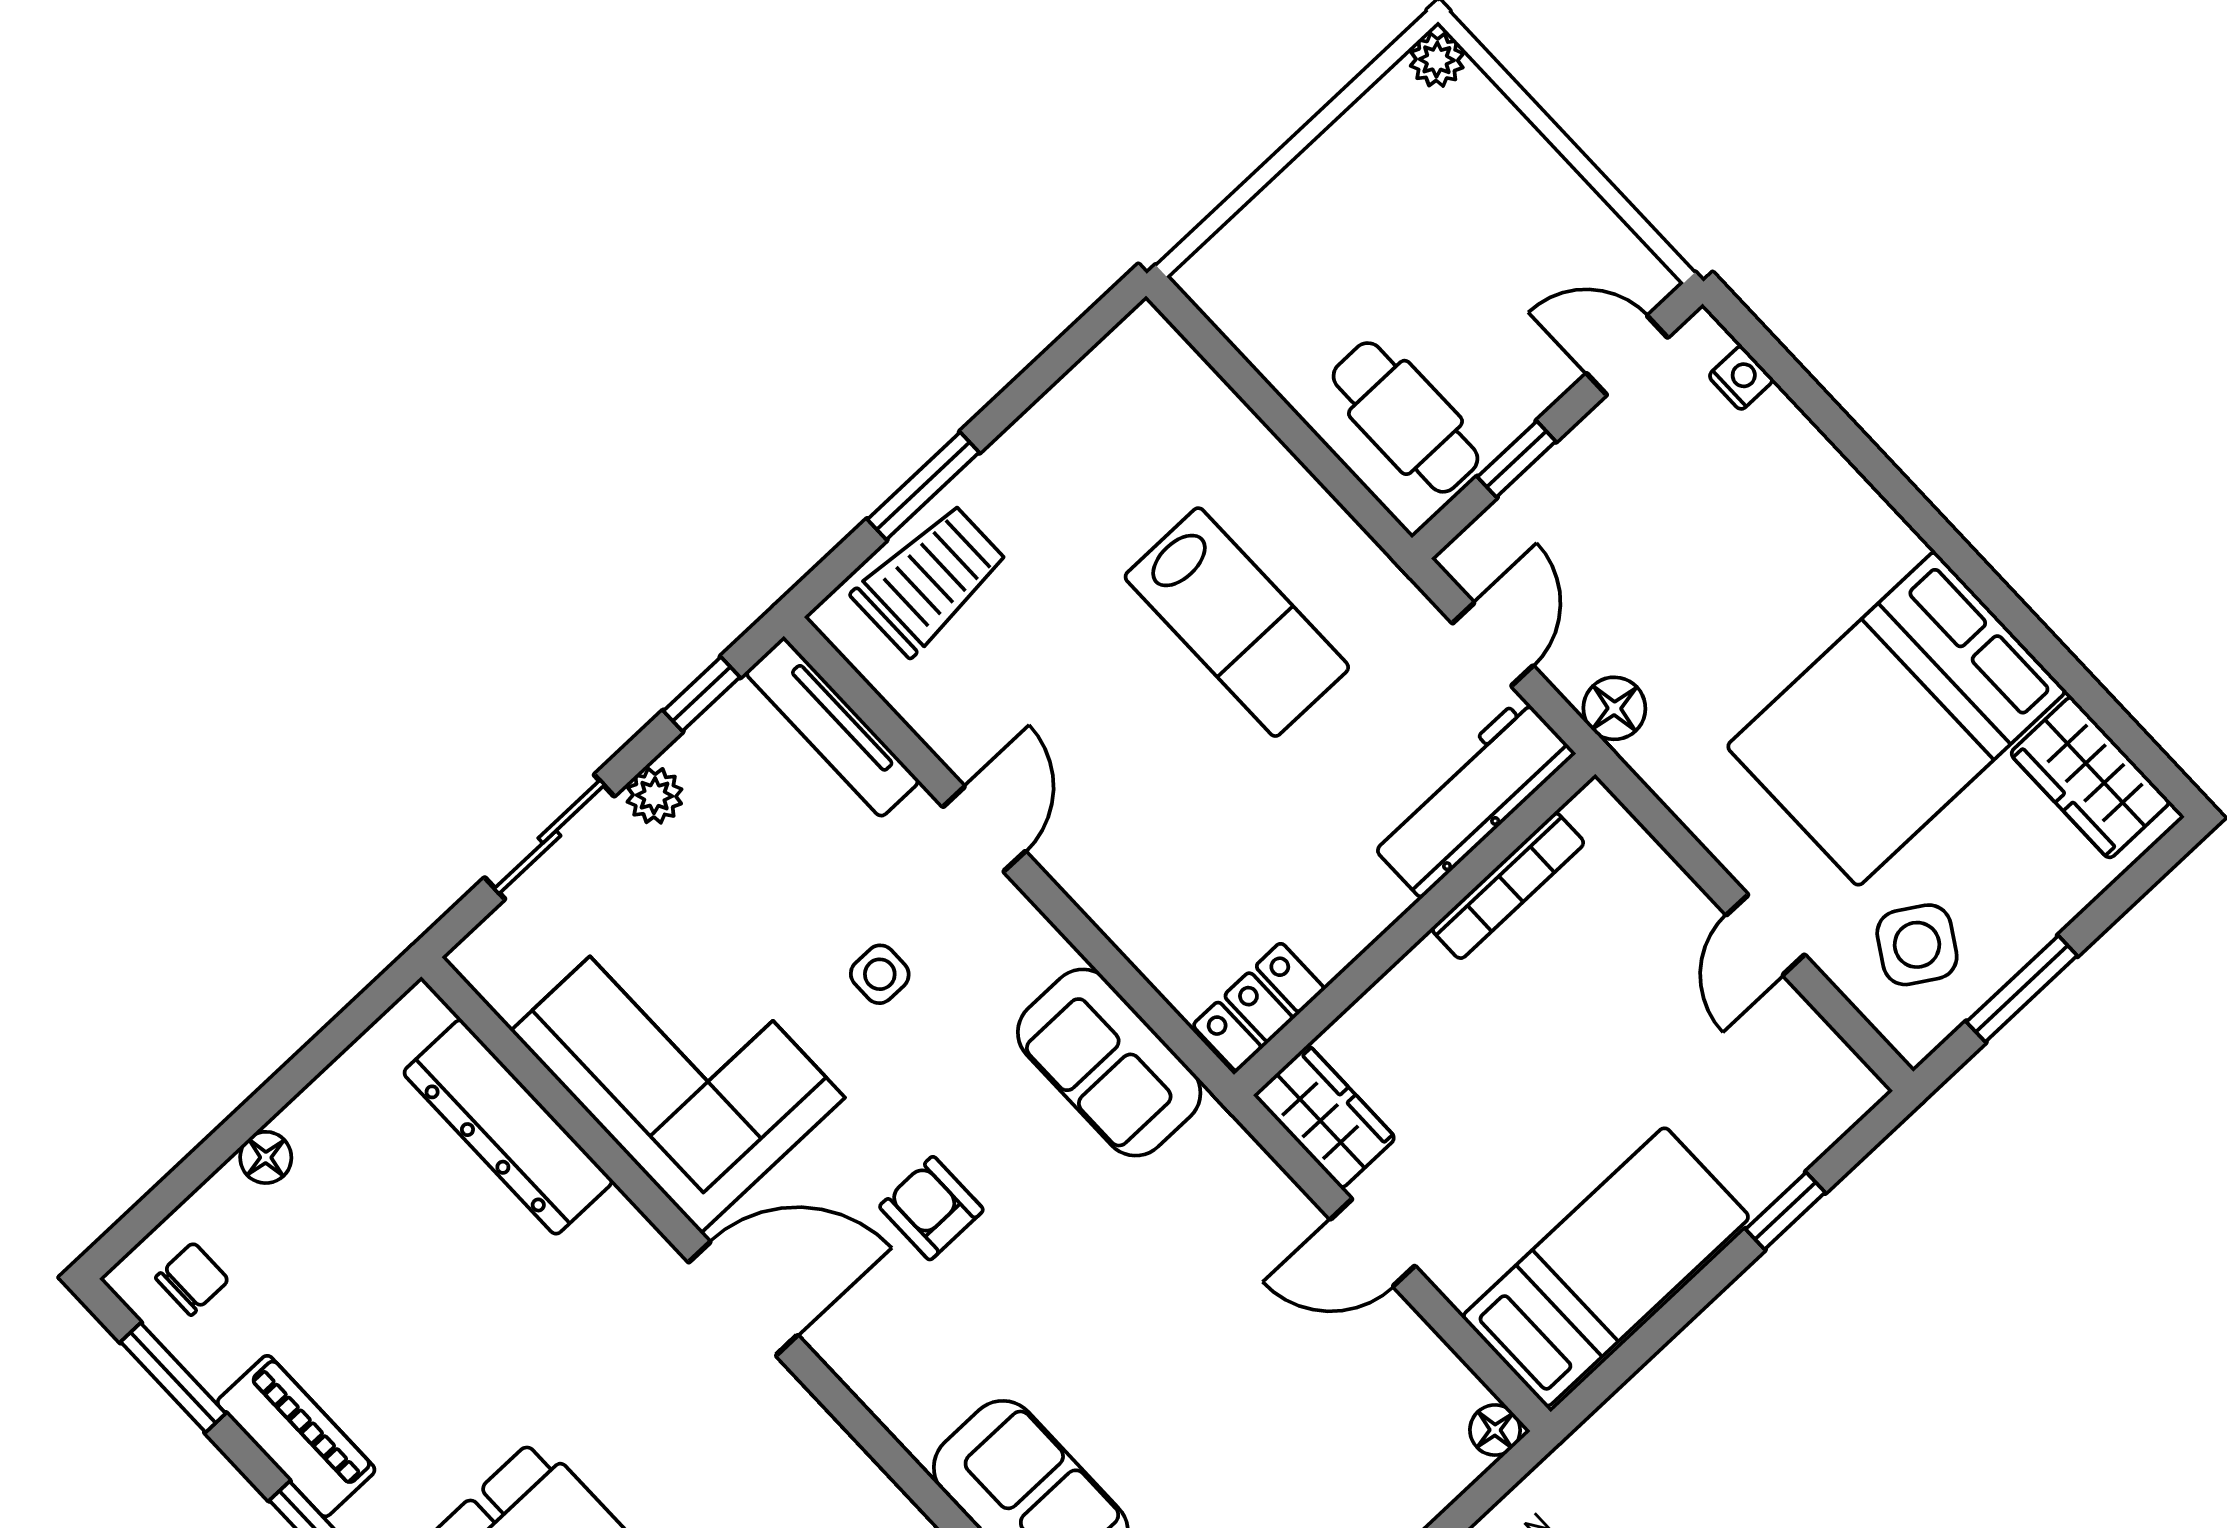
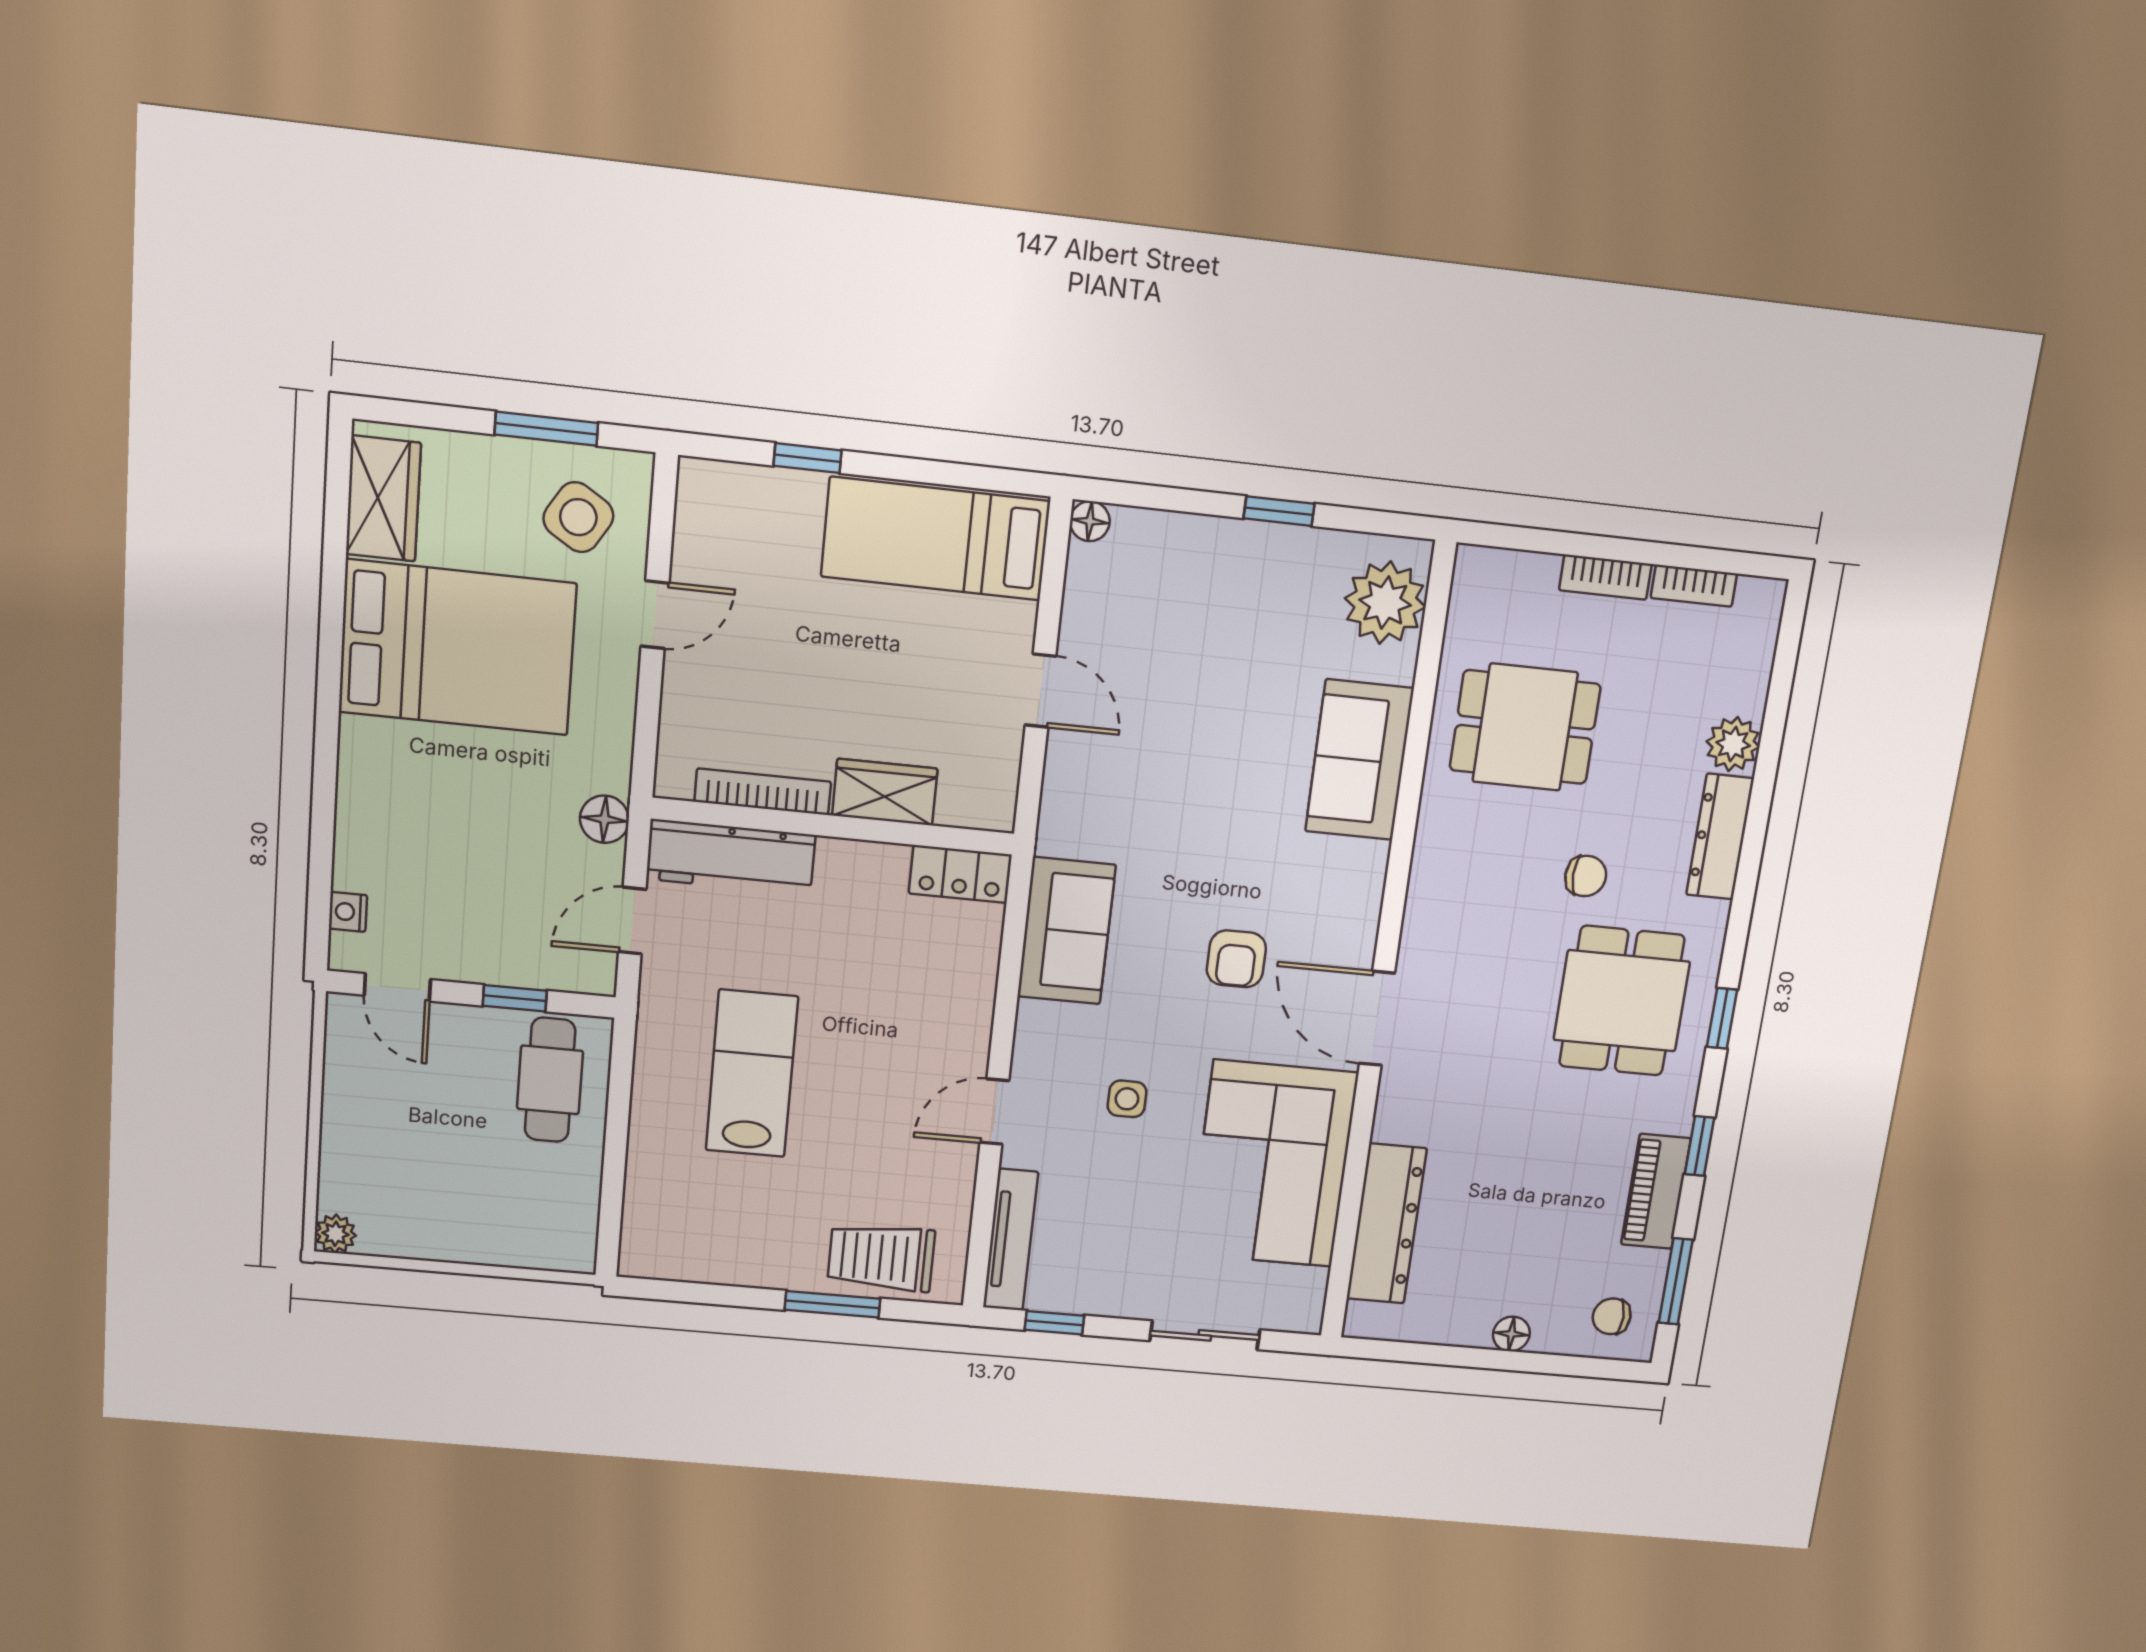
plant: (655, 796) -> (1133, 1300), removed
wardrobe: (1325, 1117) -> (885, 792), moved, turned 90

